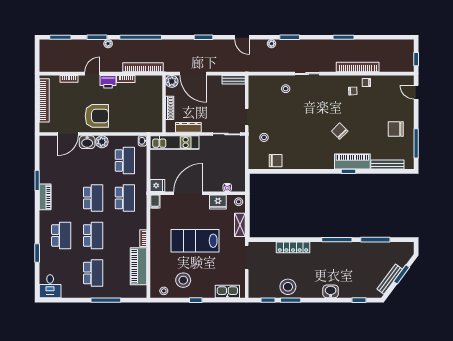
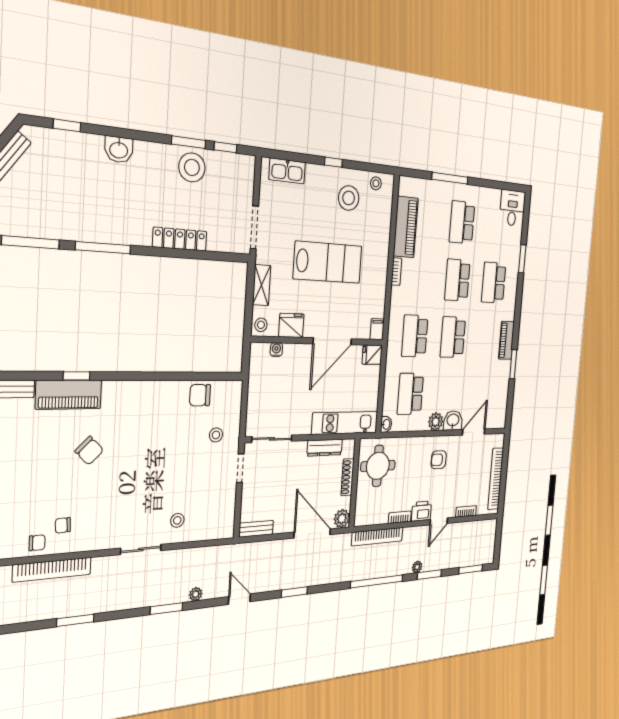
round table: (147, 114) -> (378, 466), added
armchair: (97, 116) -> (439, 460), width x0.53, depth x0.53

